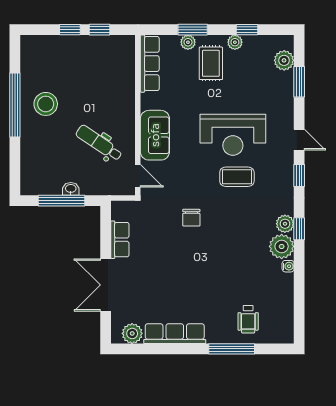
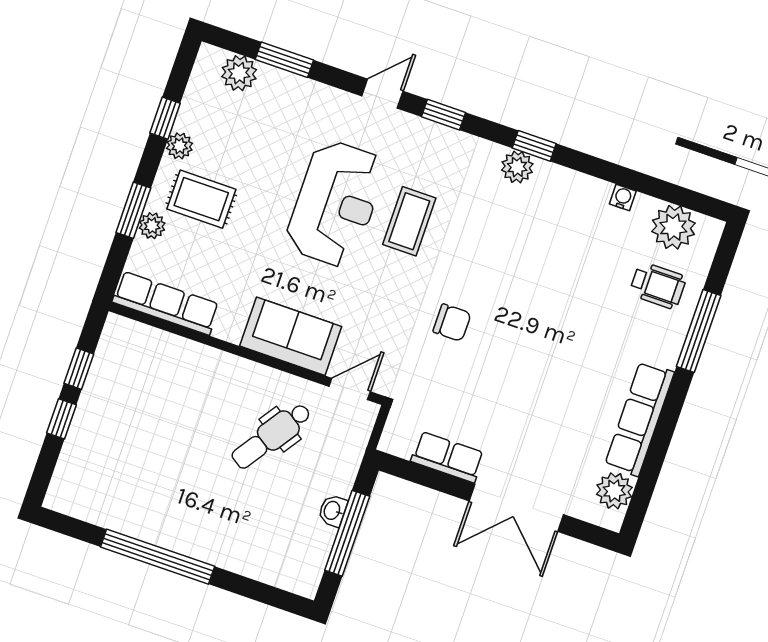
stool: (46, 104) -> (174, 504), removed
plant: (282, 246) -> (673, 227), moved
water cooler: (288, 266) -> (623, 198), moved

